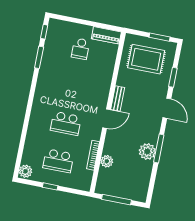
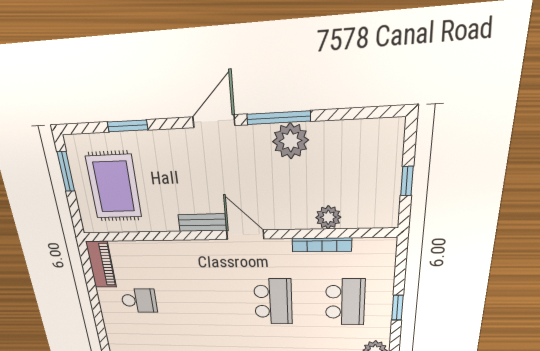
door: (167, 108) -> (214, 121), moved
window: (117, 200) -> (407, 181), width x0.46

